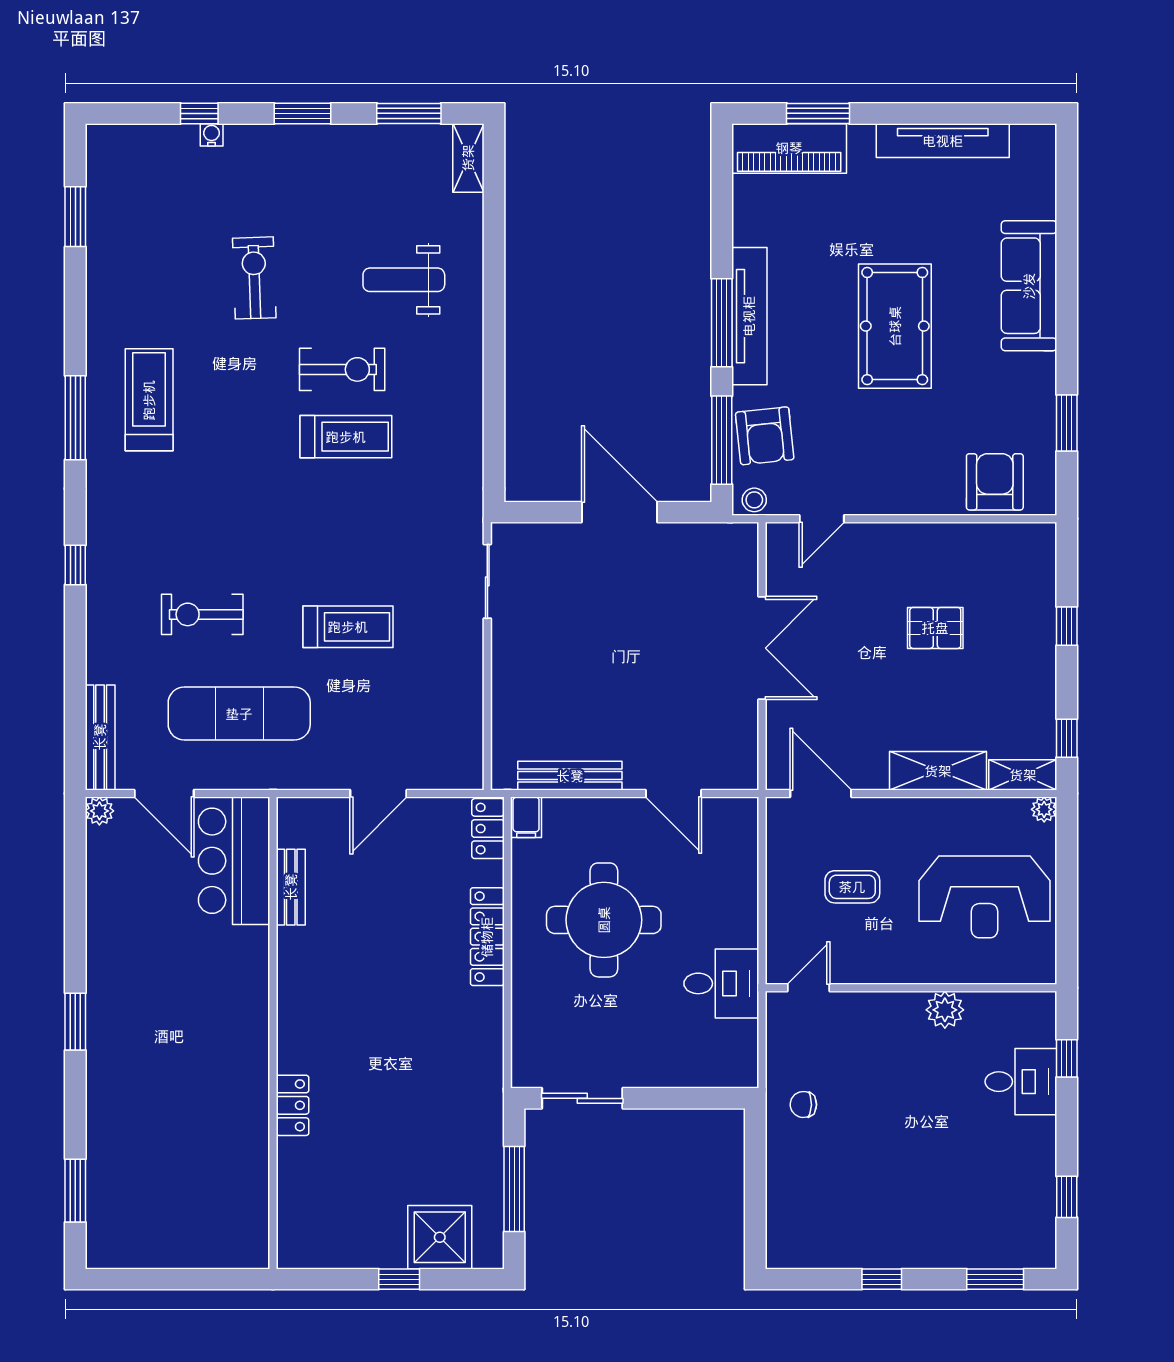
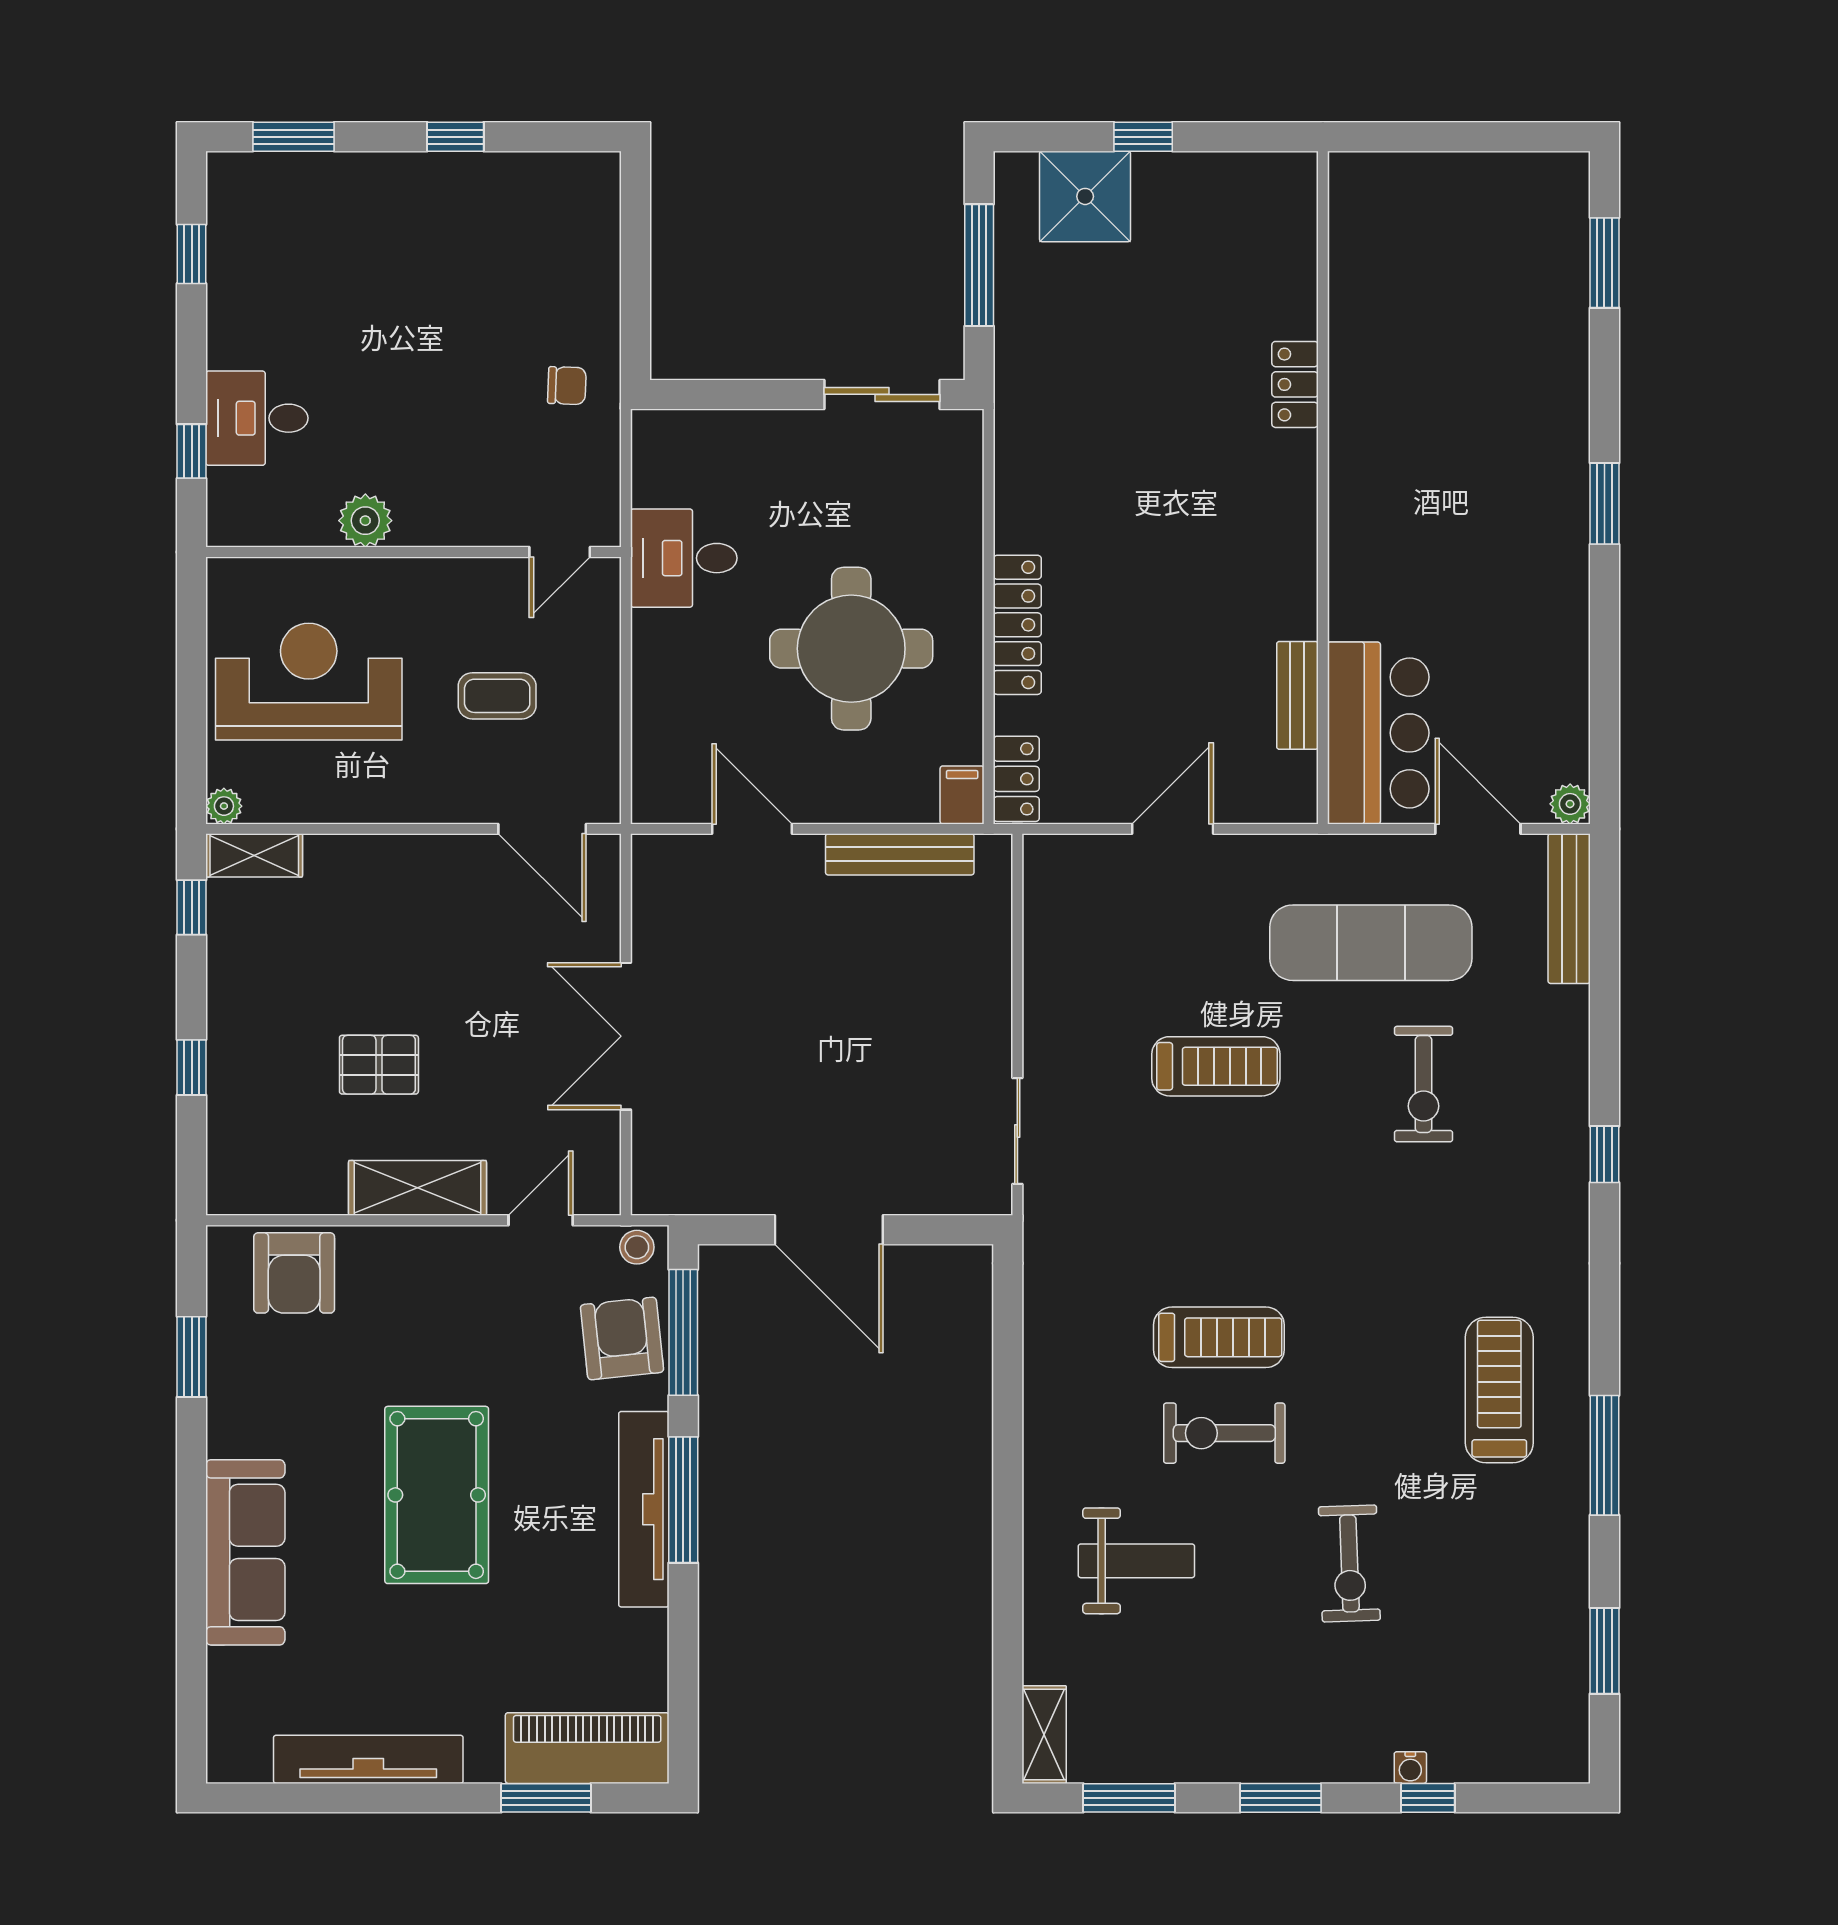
treadmill: (149, 400) -> (1499, 1390), turned 180
window: (75, 418) -> (1604, 1455), moved
treadmill: (346, 437) -> (1219, 1337), turned 180
exercise bike: (202, 614) -> (1424, 1084), turned 90
treadmill: (348, 627) -> (1216, 1066), turned 180
shelving: (938, 771) -> (417, 1188), moved

